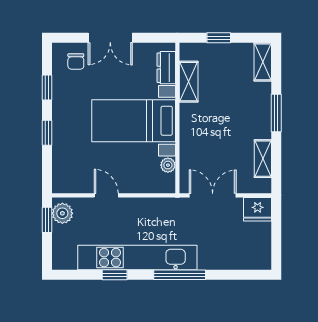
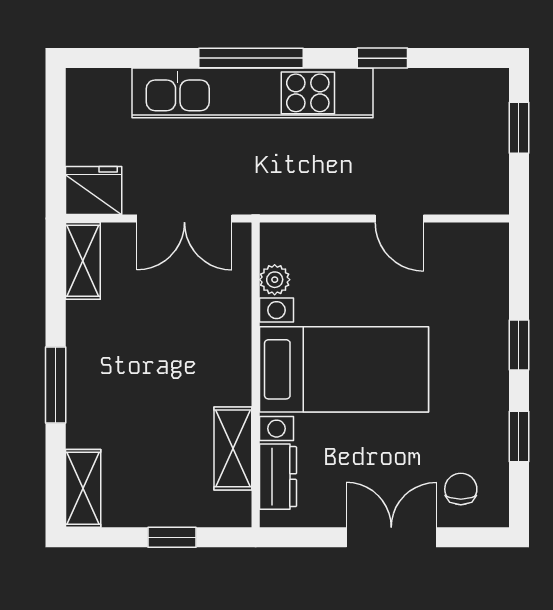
shelving: (263, 159) -> (83, 261), moved
plant: (62, 213) -> (488, 182), removed
window: (47, 220) -> (519, 128), moved
kitchen unit: (137, 258) -> (252, 93), moved

